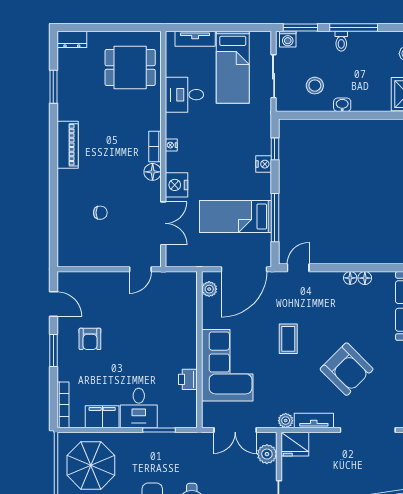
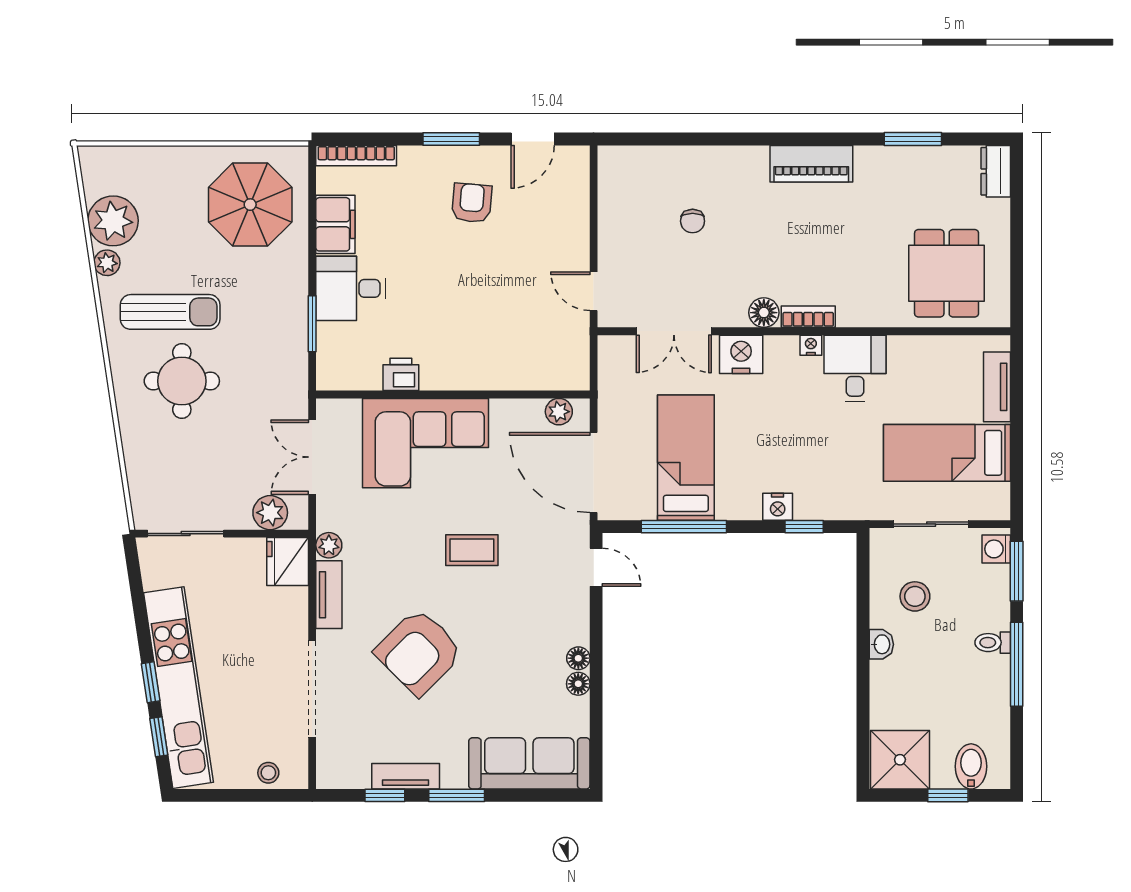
desk: (184, 95) -> (855, 368), moved
armchair: (90, 339) -> (472, 203), turned 95

